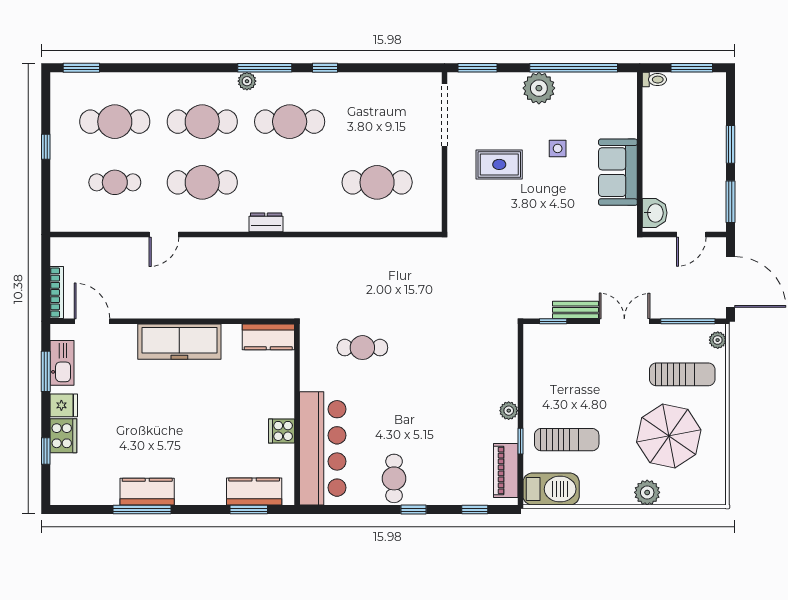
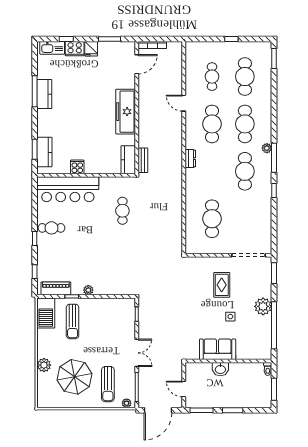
washbasin: (655, 213) -> (220, 369), moved
bench: (575, 310) -> (143, 160), moved
kitchen sink: (62, 363) -> (52, 48), moved

